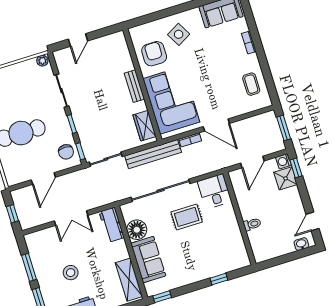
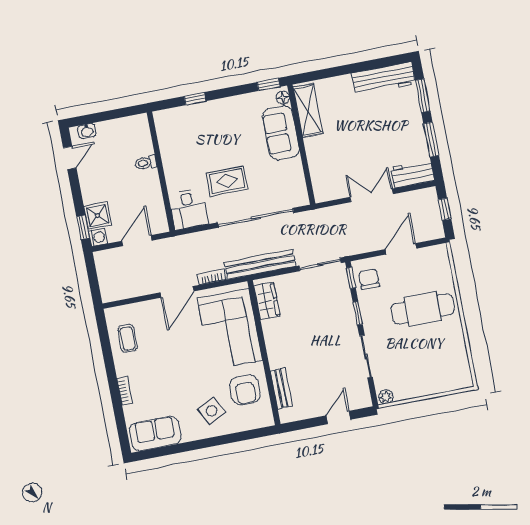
bench: (134, 86) -> (281, 388), moved
door: (216, 125) -> (177, 292), swing flipped
window: (284, 128) -> (93, 279), removed
workbench: (112, 225) -> (412, 174), moved, turned -90
floor lamp: (137, 230) -> (283, 98), moved, width x0.53, depth x0.53
stool: (71, 273) -> (380, 127), removed

